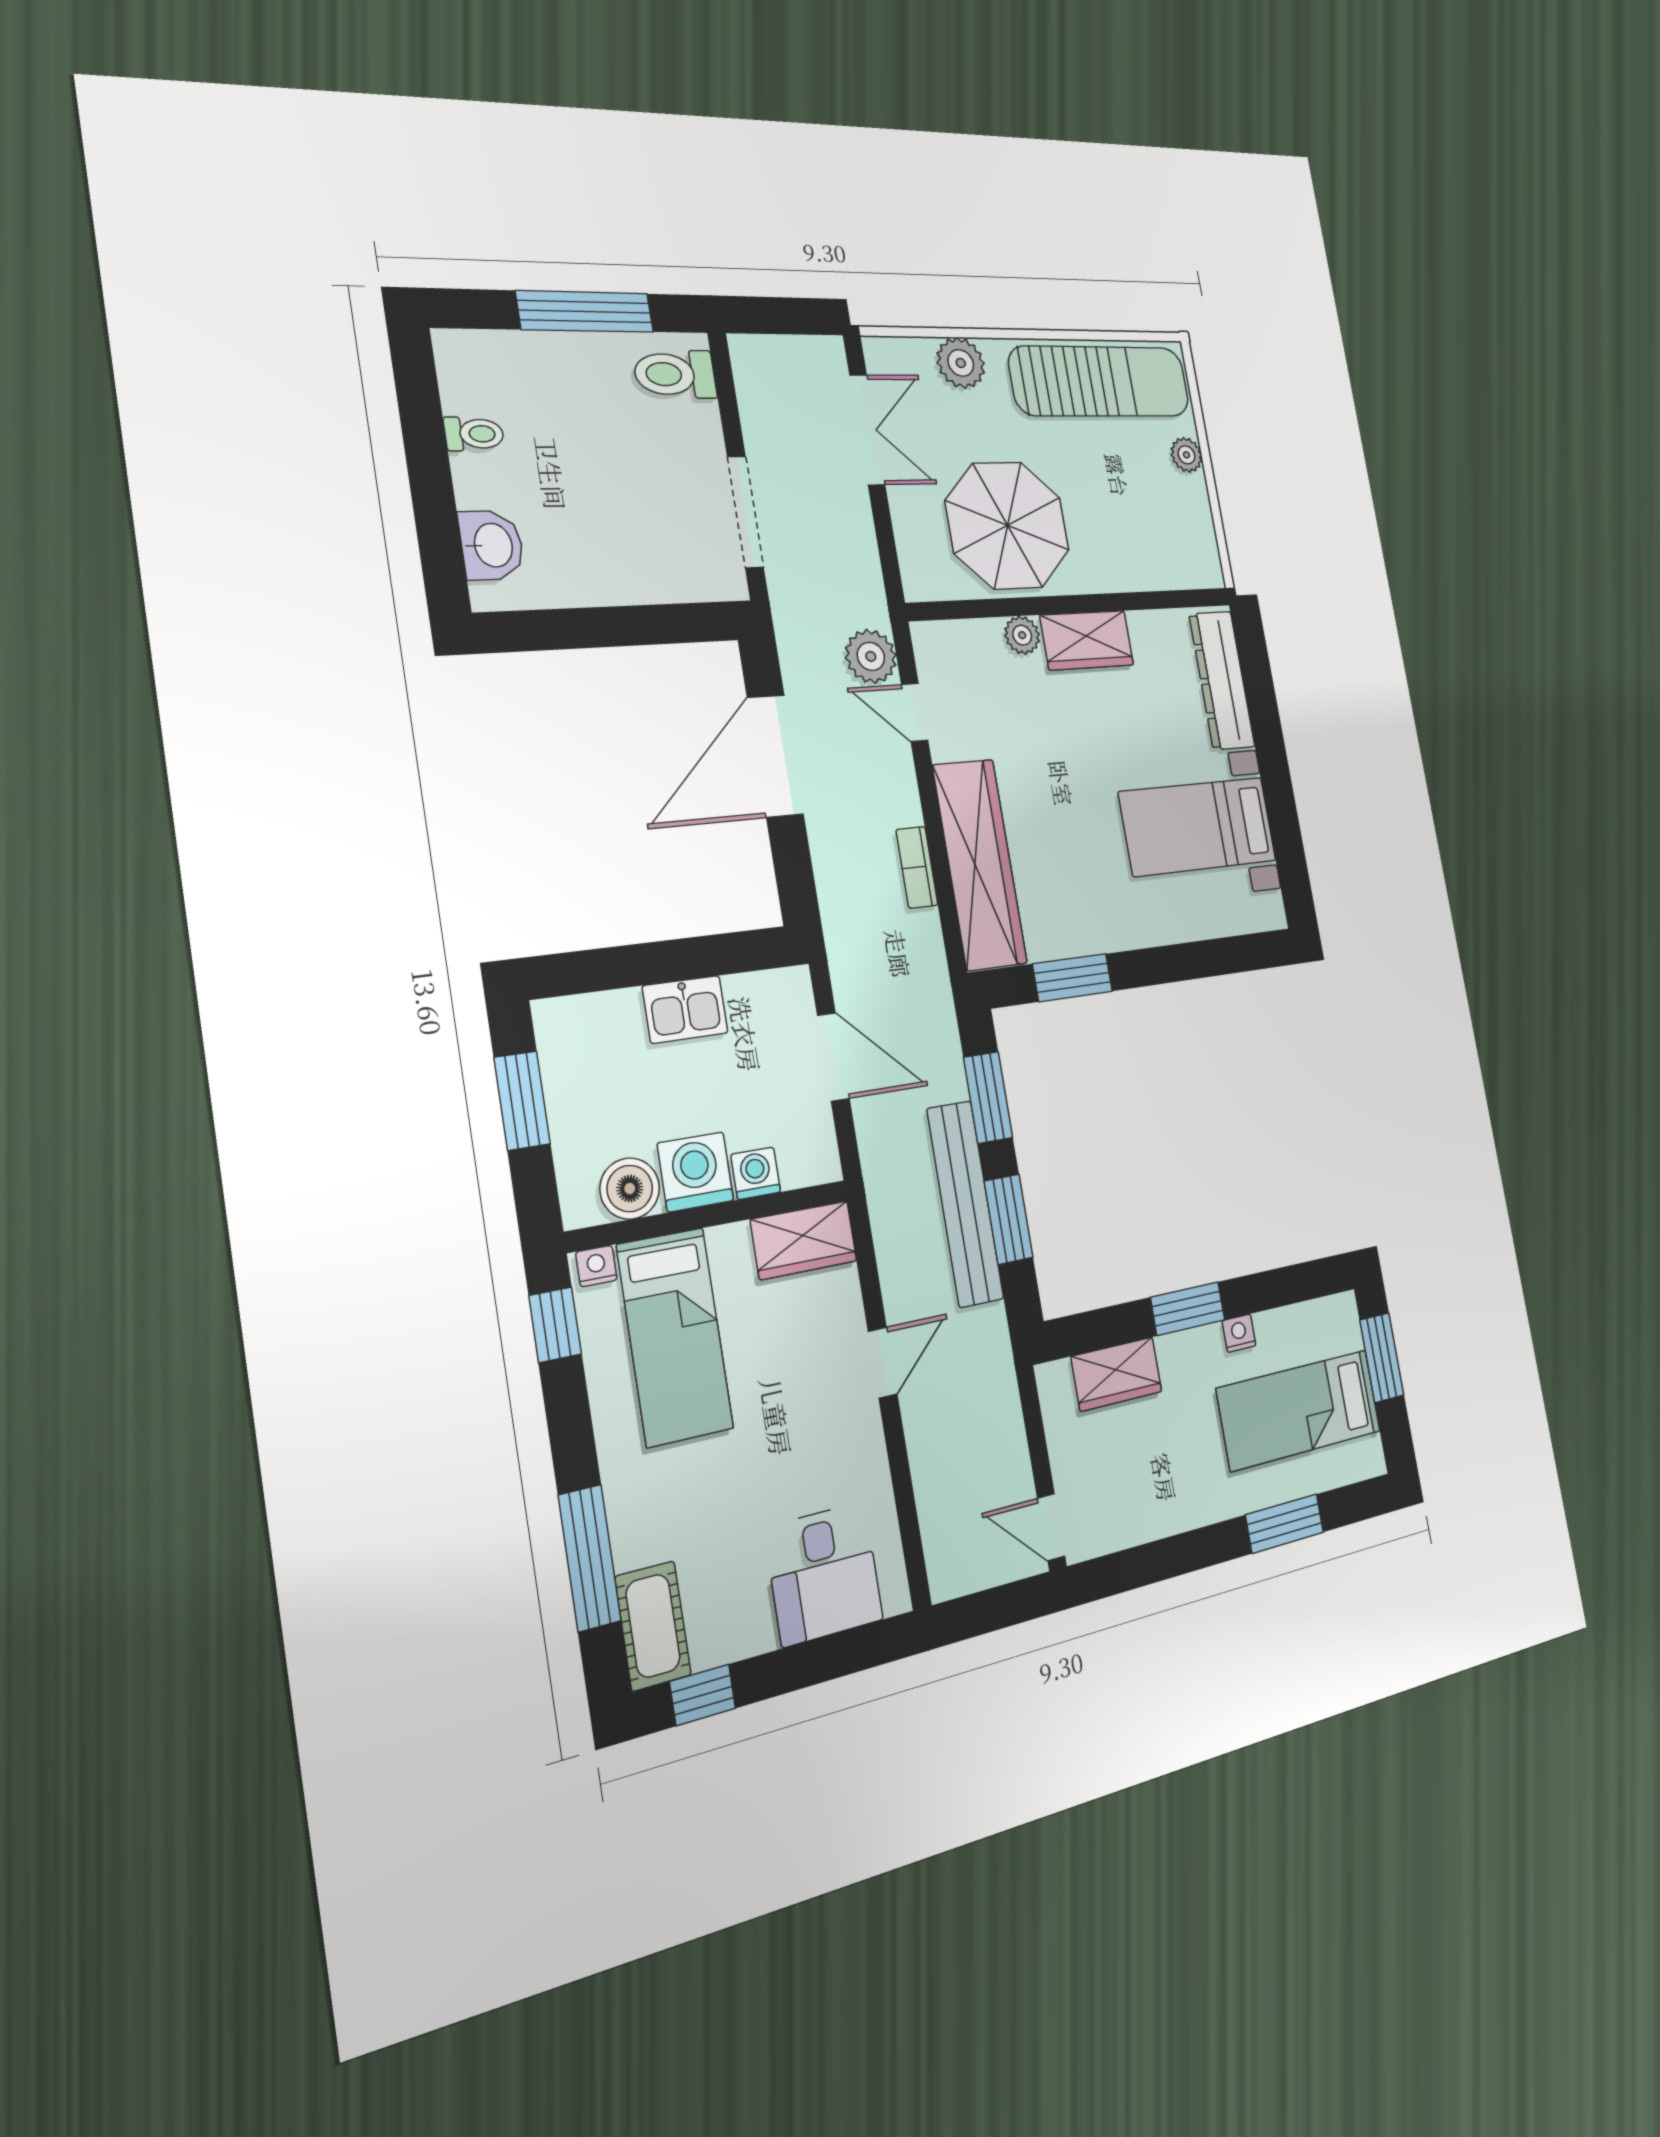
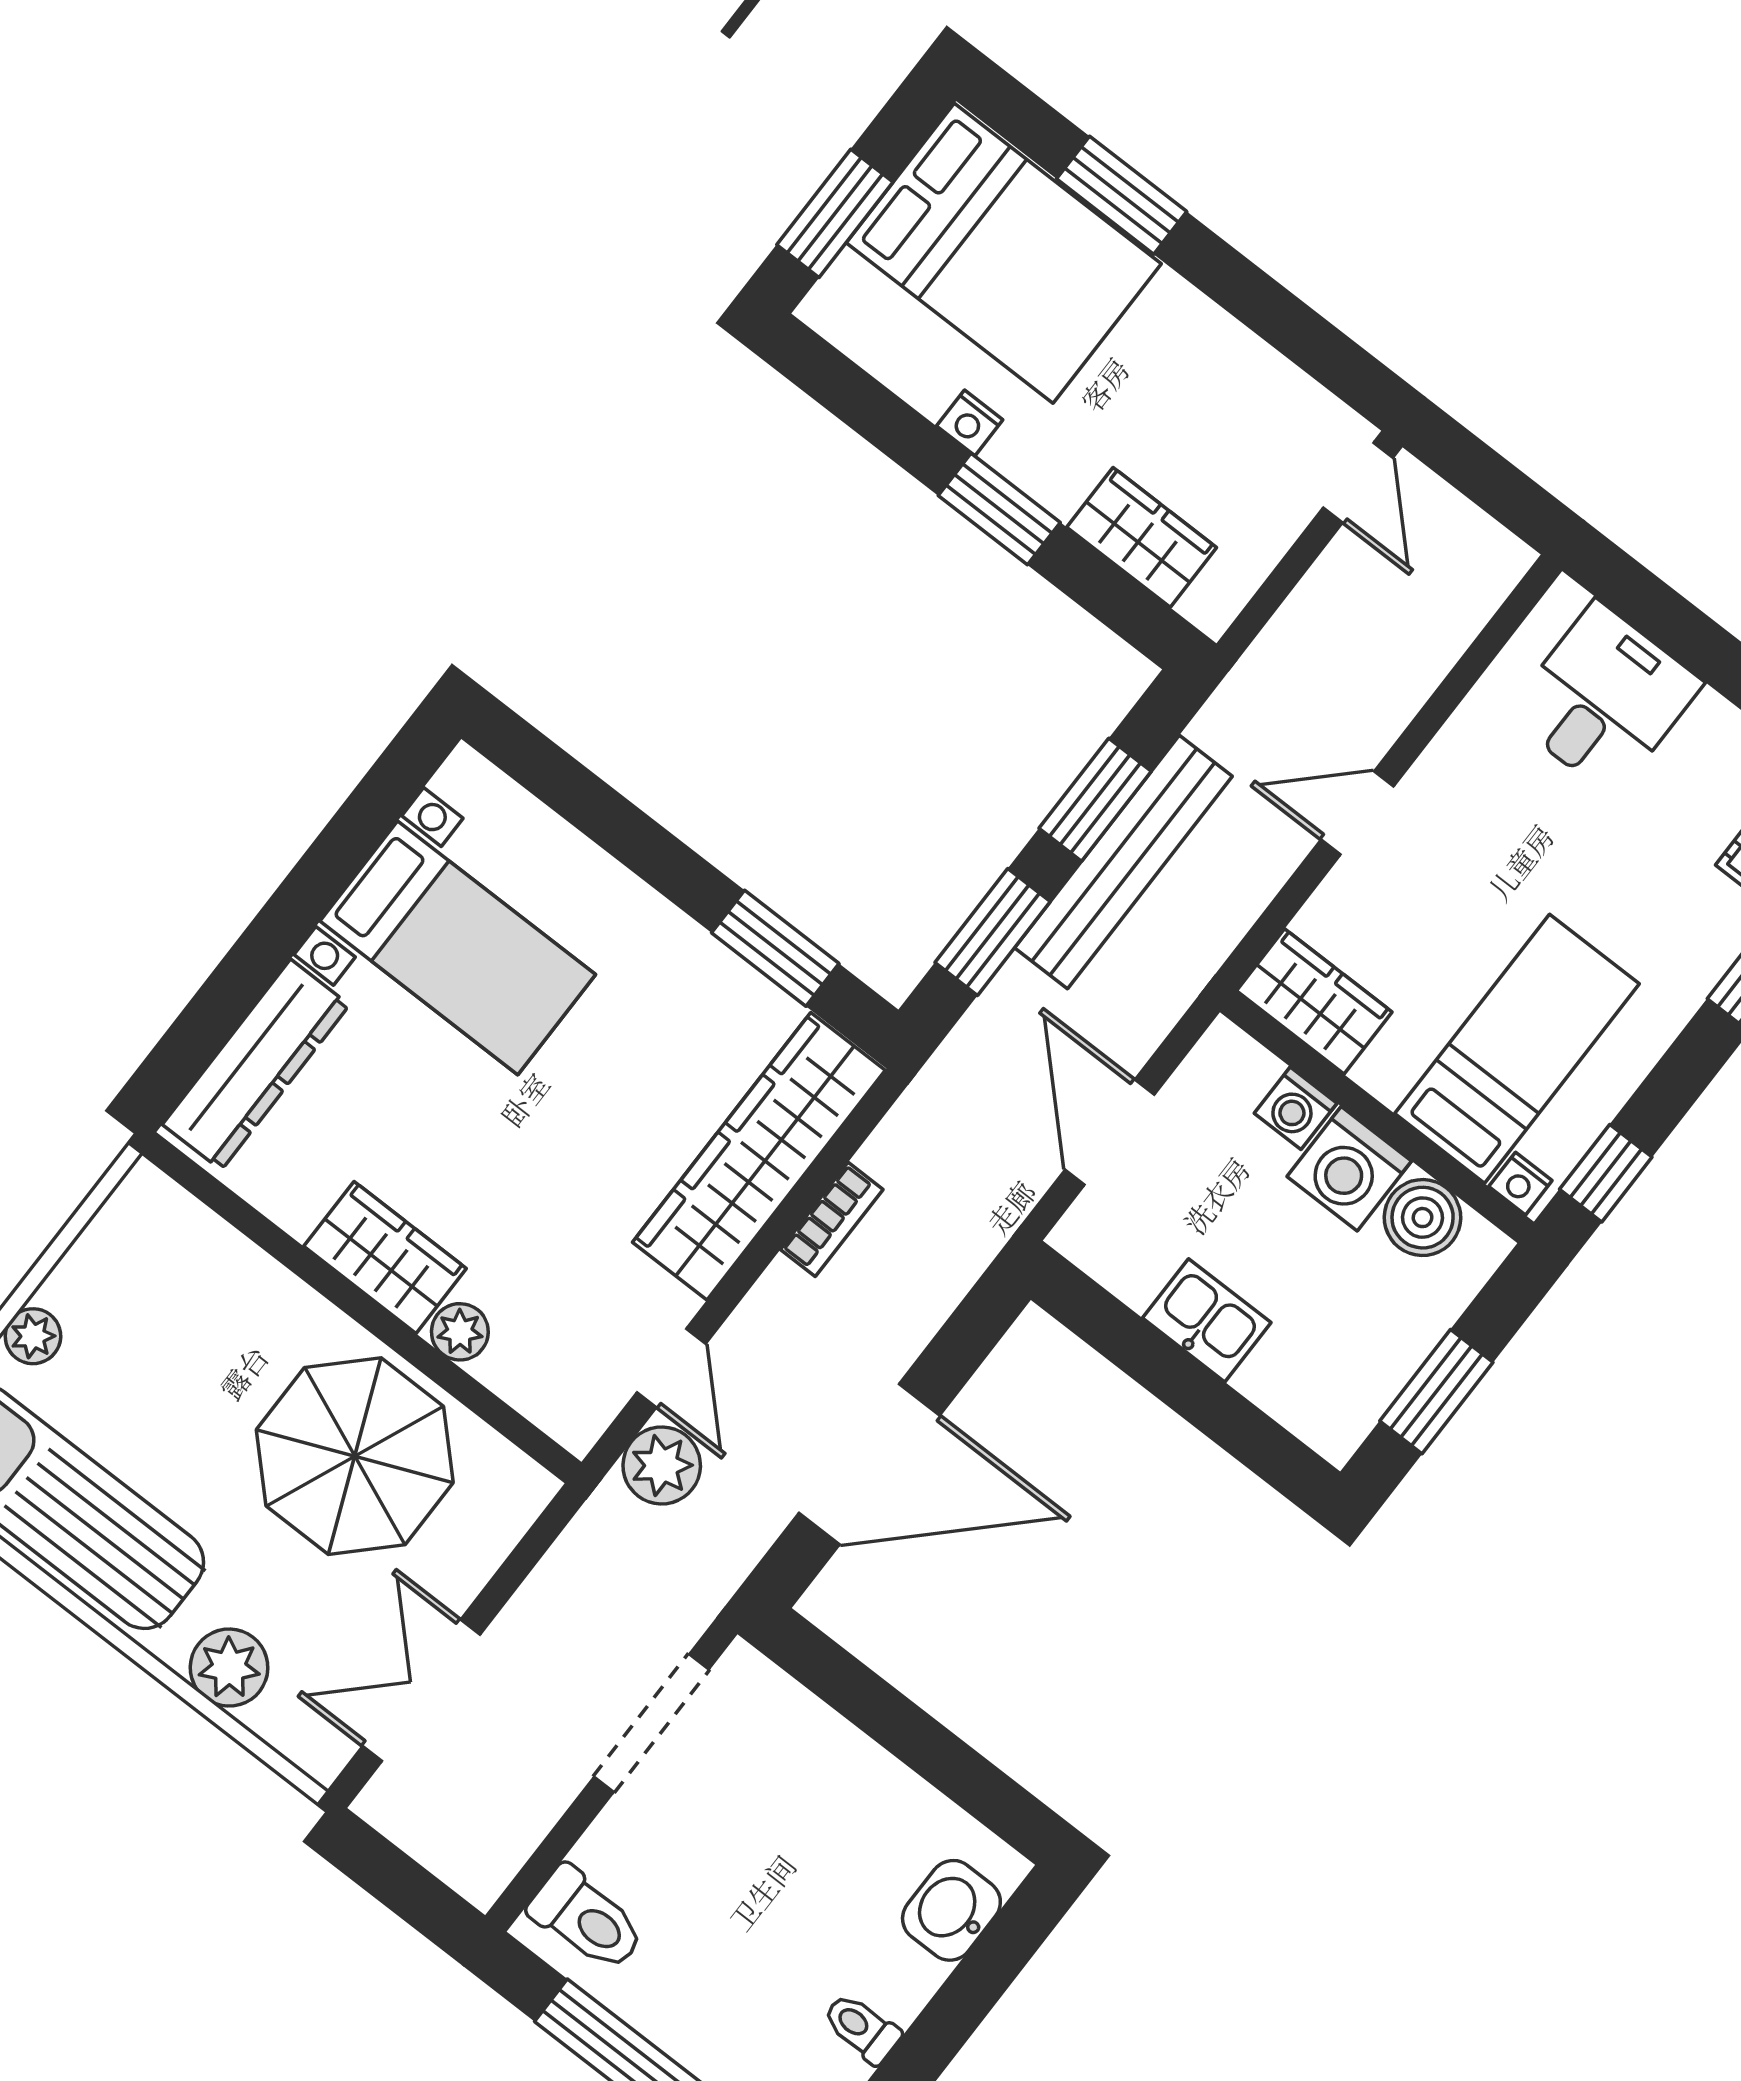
bed: (1299, 1410) -> (1004, 253), width x1.50

